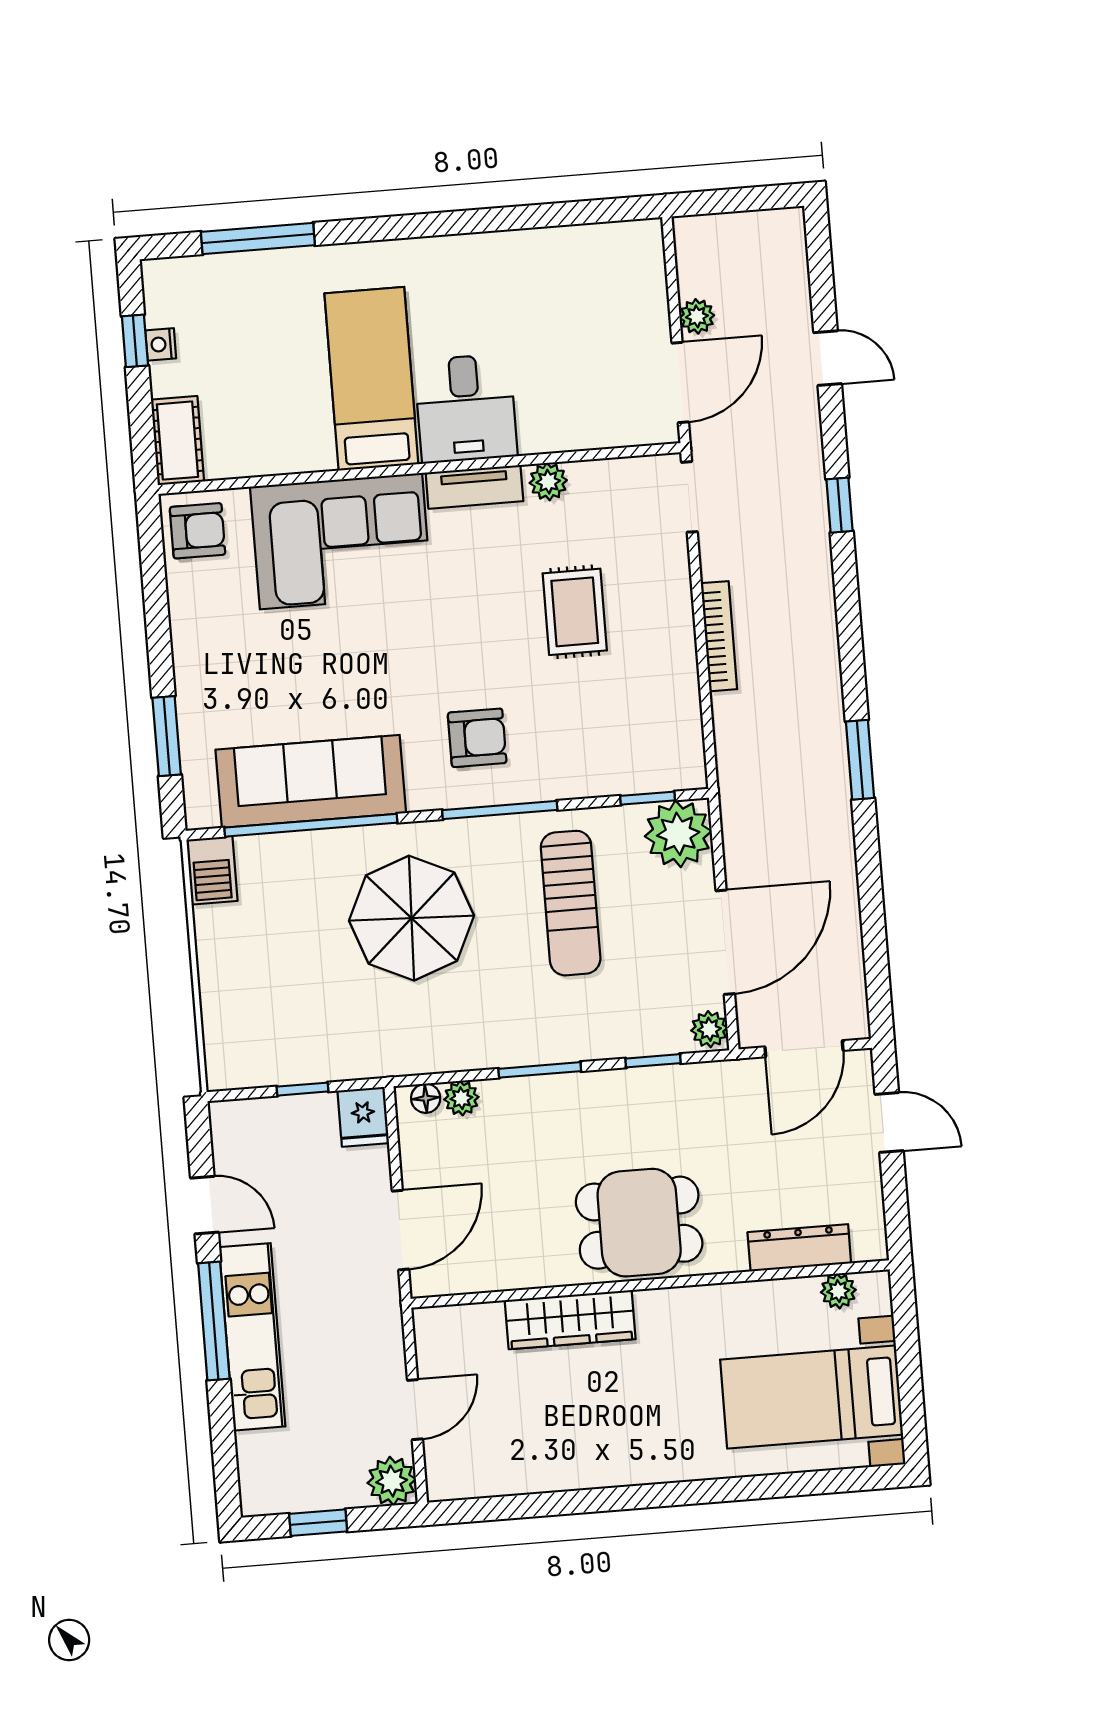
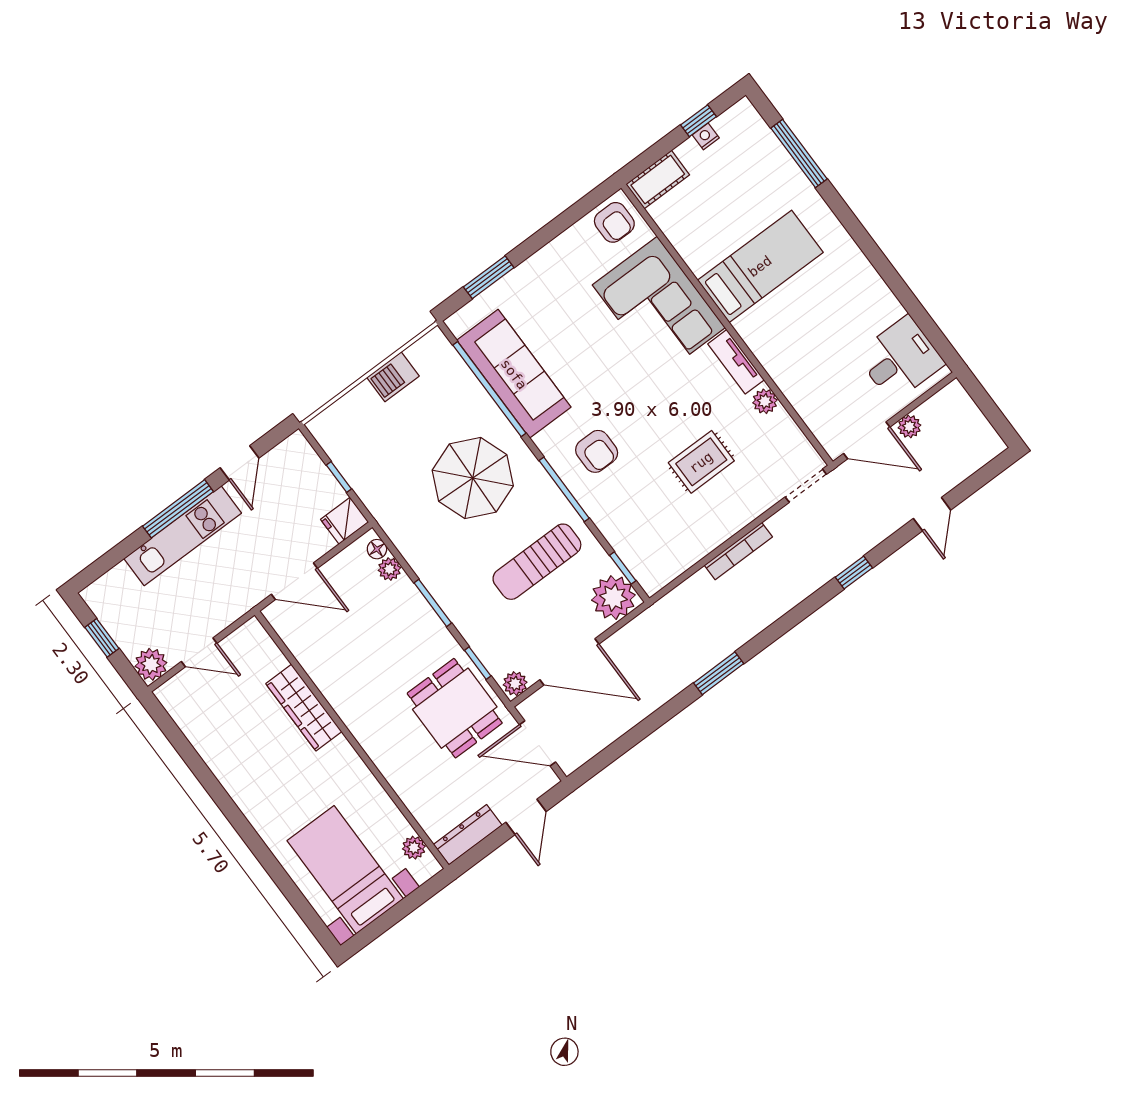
desk: (466, 408) -> (900, 359), moved, turned 180
barbecue: (212, 870) -> (393, 377), moved
dining table: (639, 1223) -> (455, 708), moved
dresser: (799, 1248) -> (468, 835), moved, turned -90

